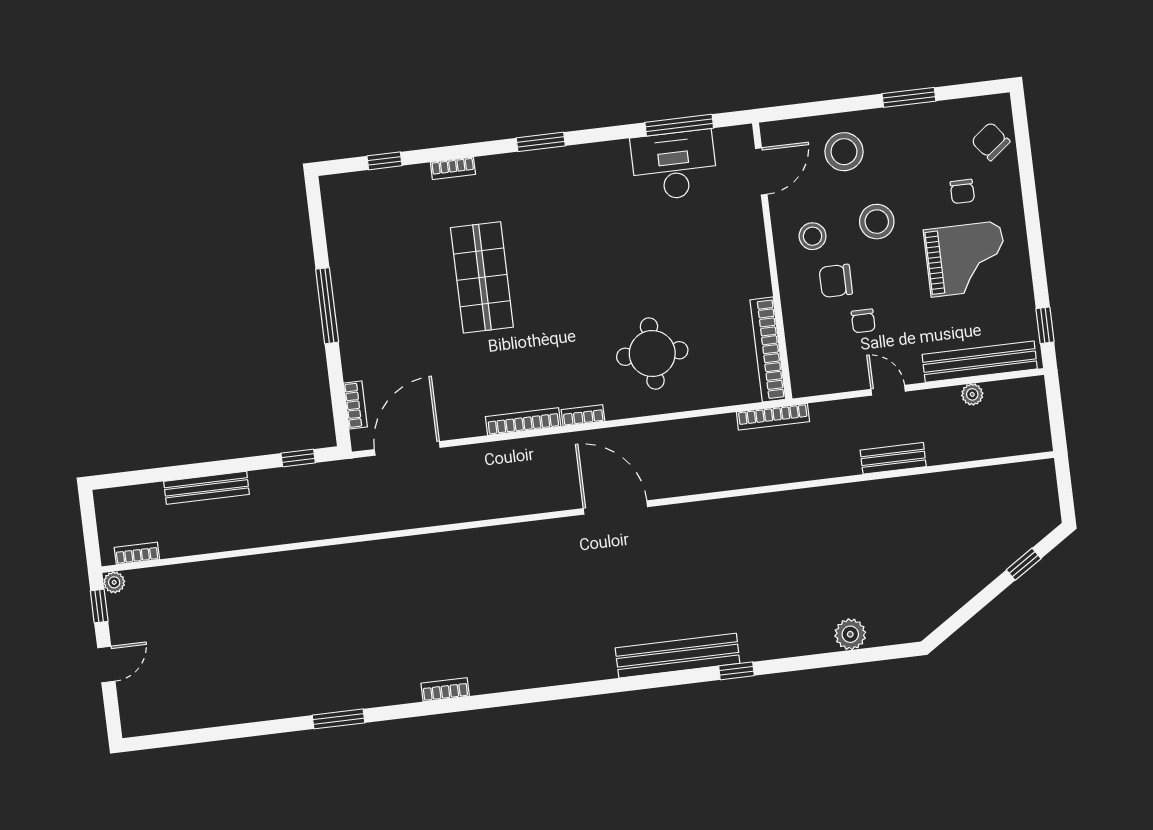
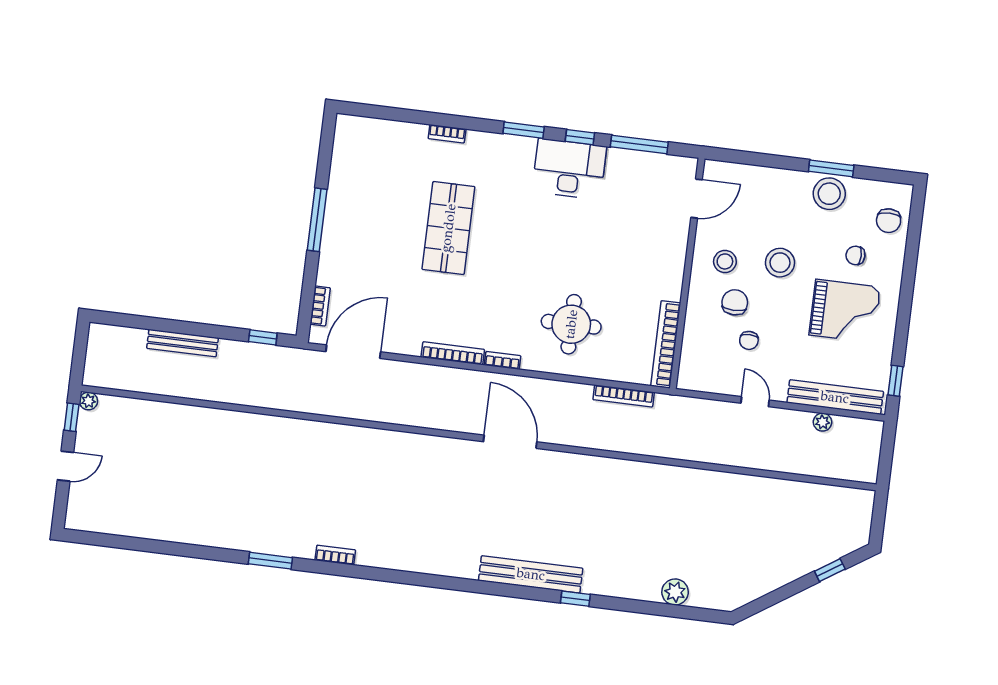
chair: (991, 141) -> (889, 221), turned -142
stool: (844, 152) -> (829, 194), moved
window: (385, 161) -> (580, 137), moved
desk: (674, 165) -> (569, 169), moved
chair: (962, 191) -> (855, 255), turned 90
chair: (836, 281) -> (735, 302), turned 90
bookcase: (773, 417) -> (624, 396), moved
bench: (893, 458) -> (745, 458), removed
bookcase: (137, 553) -> (113, 382), removed
window: (338, 719) -> (270, 561), moved

